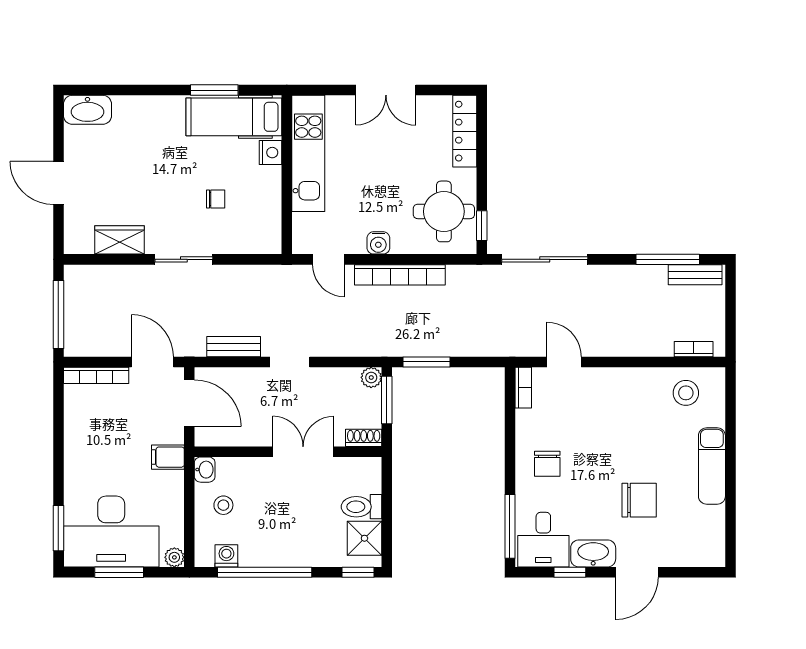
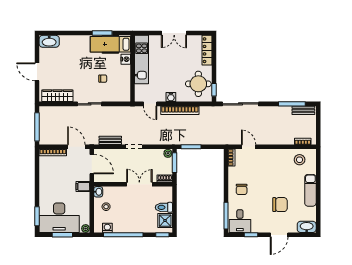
wardrobe: (120, 240) -> (57, 96), width x1.50
washbasin: (593, 553) -> (307, 227), moved

